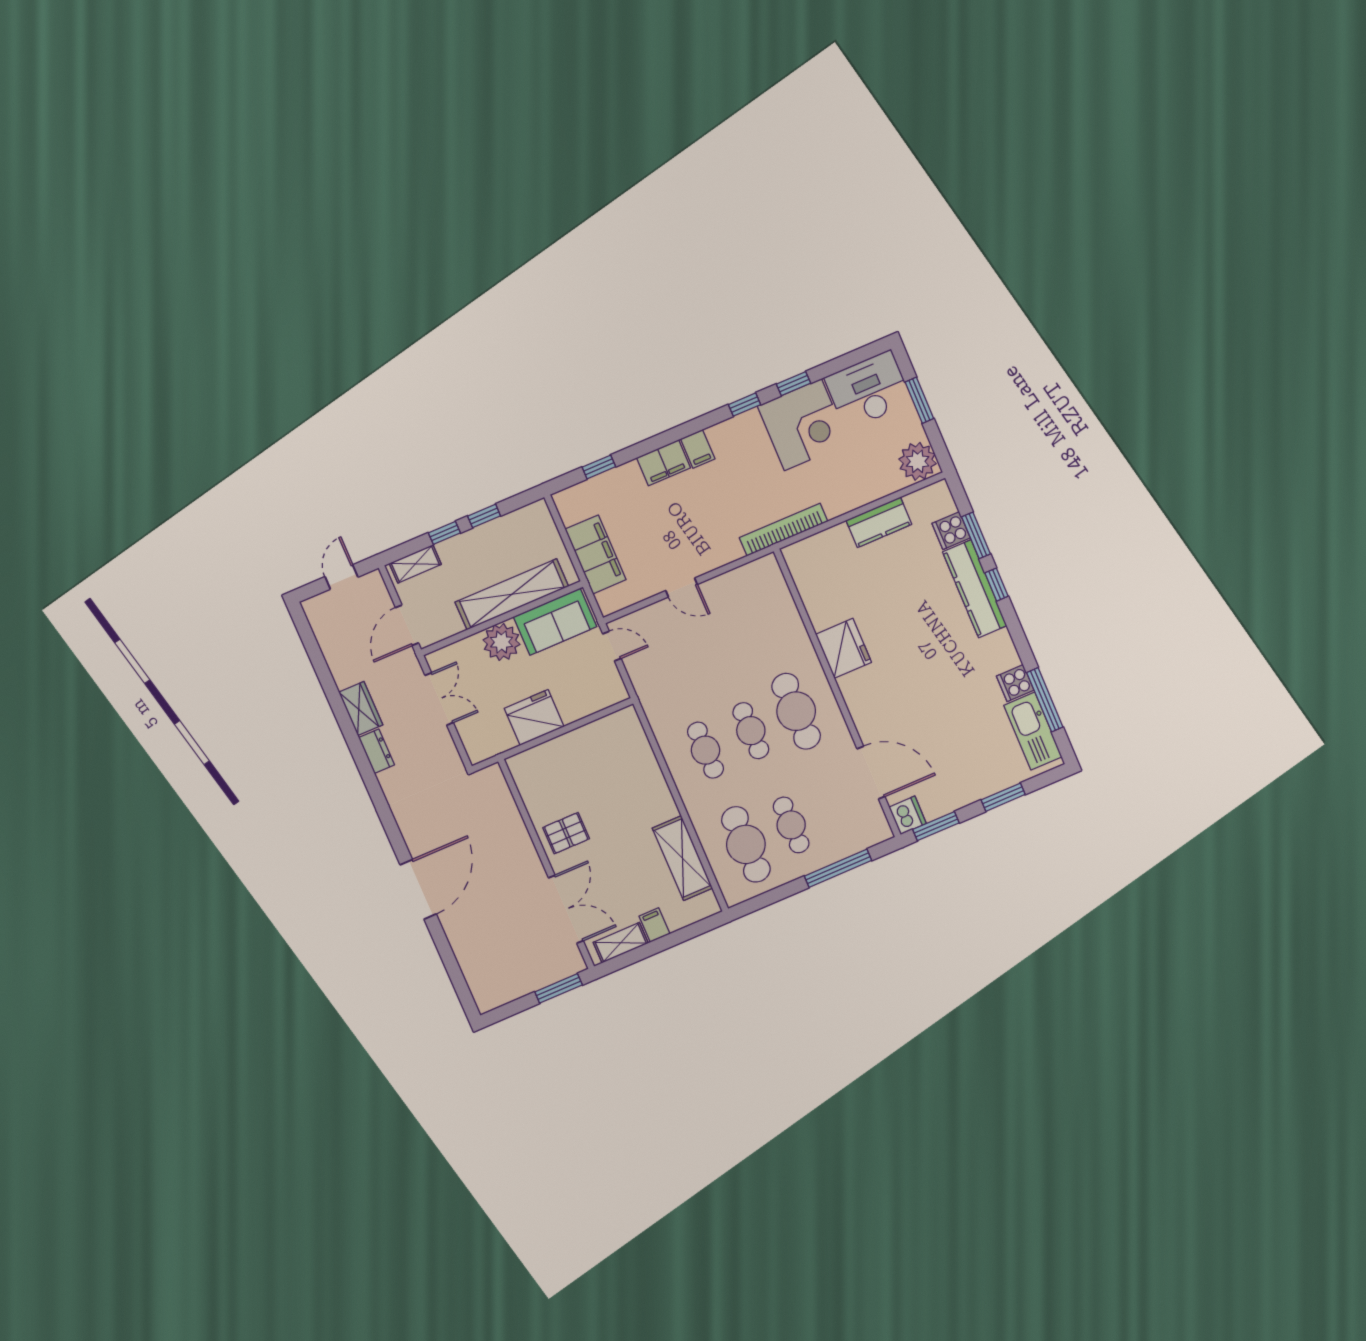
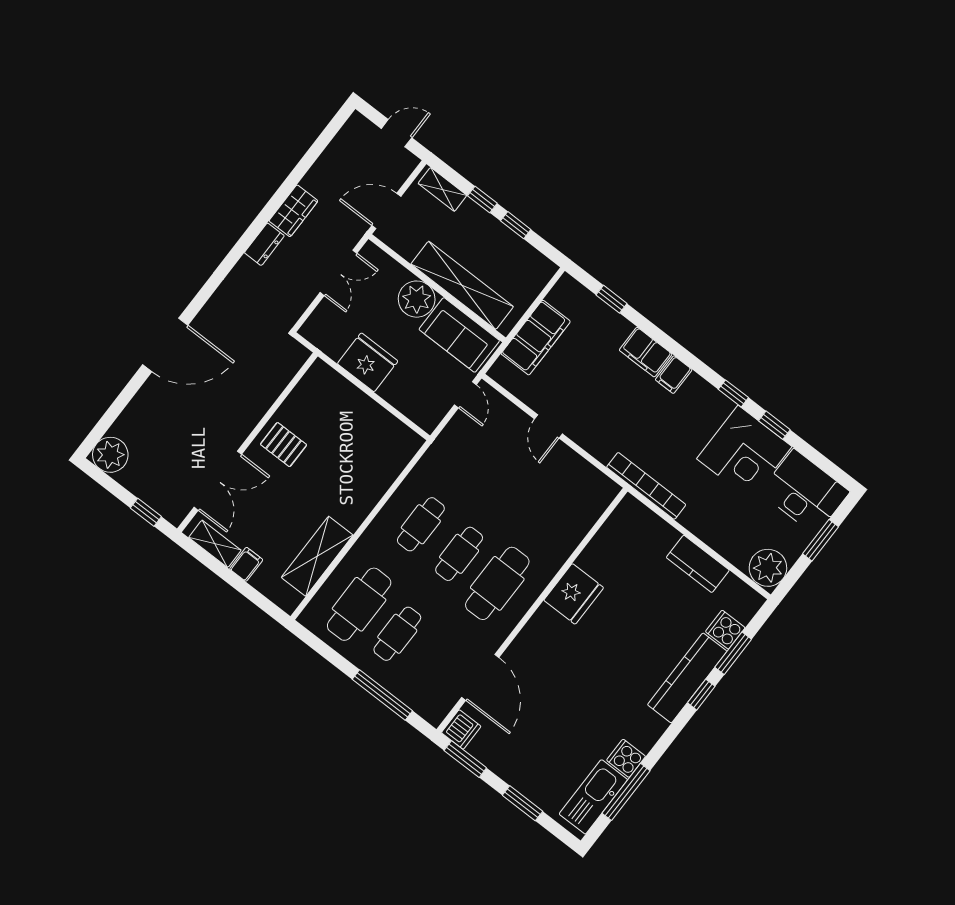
window: (559, 988) -> (146, 512), width x0.67
plant: (490, 992) -> (110, 455), added

